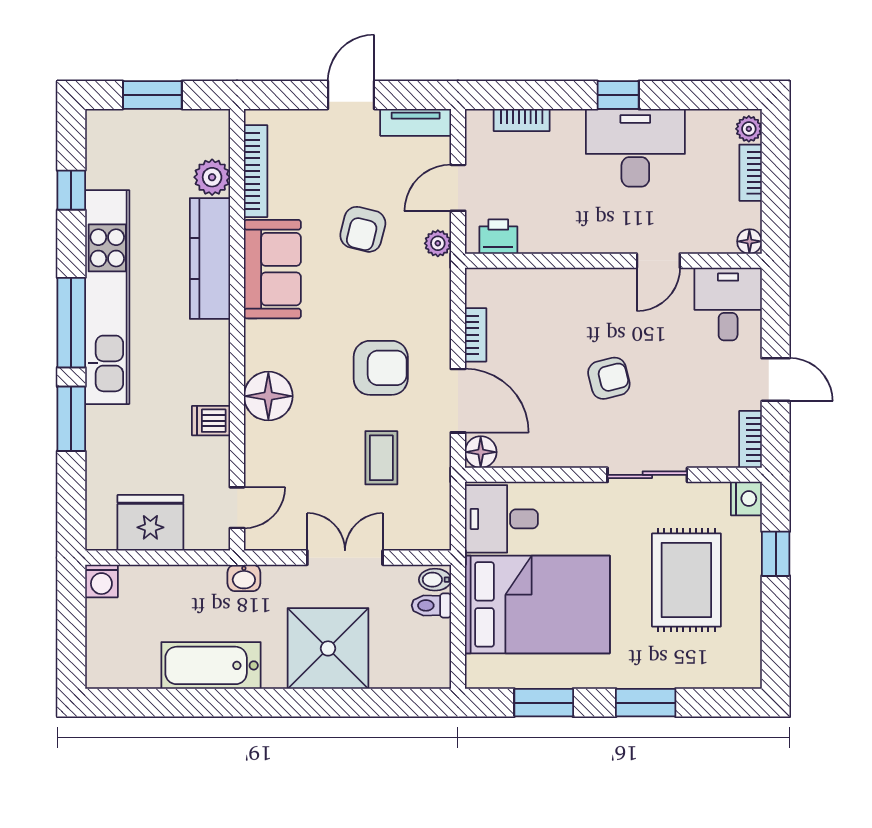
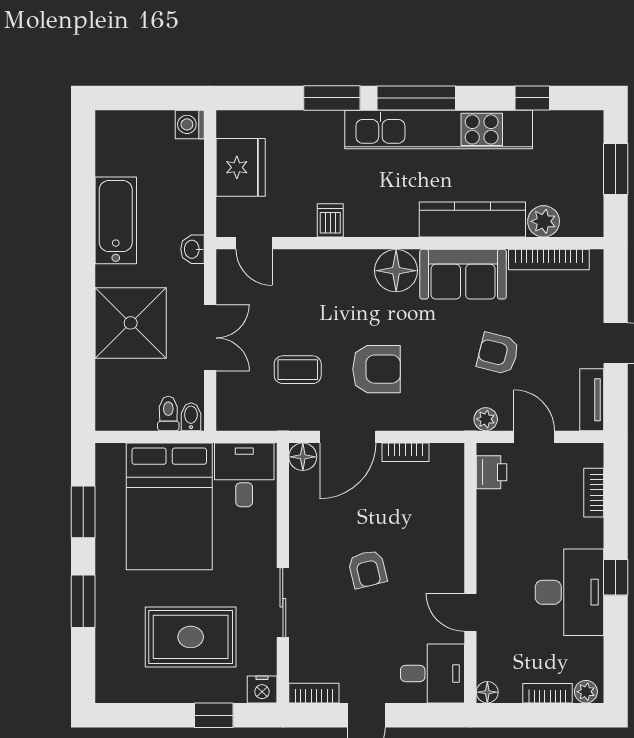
armchair: (381, 368) -> (377, 369), turned -90
floor lamp: (268, 396) -> (396, 271), moved

